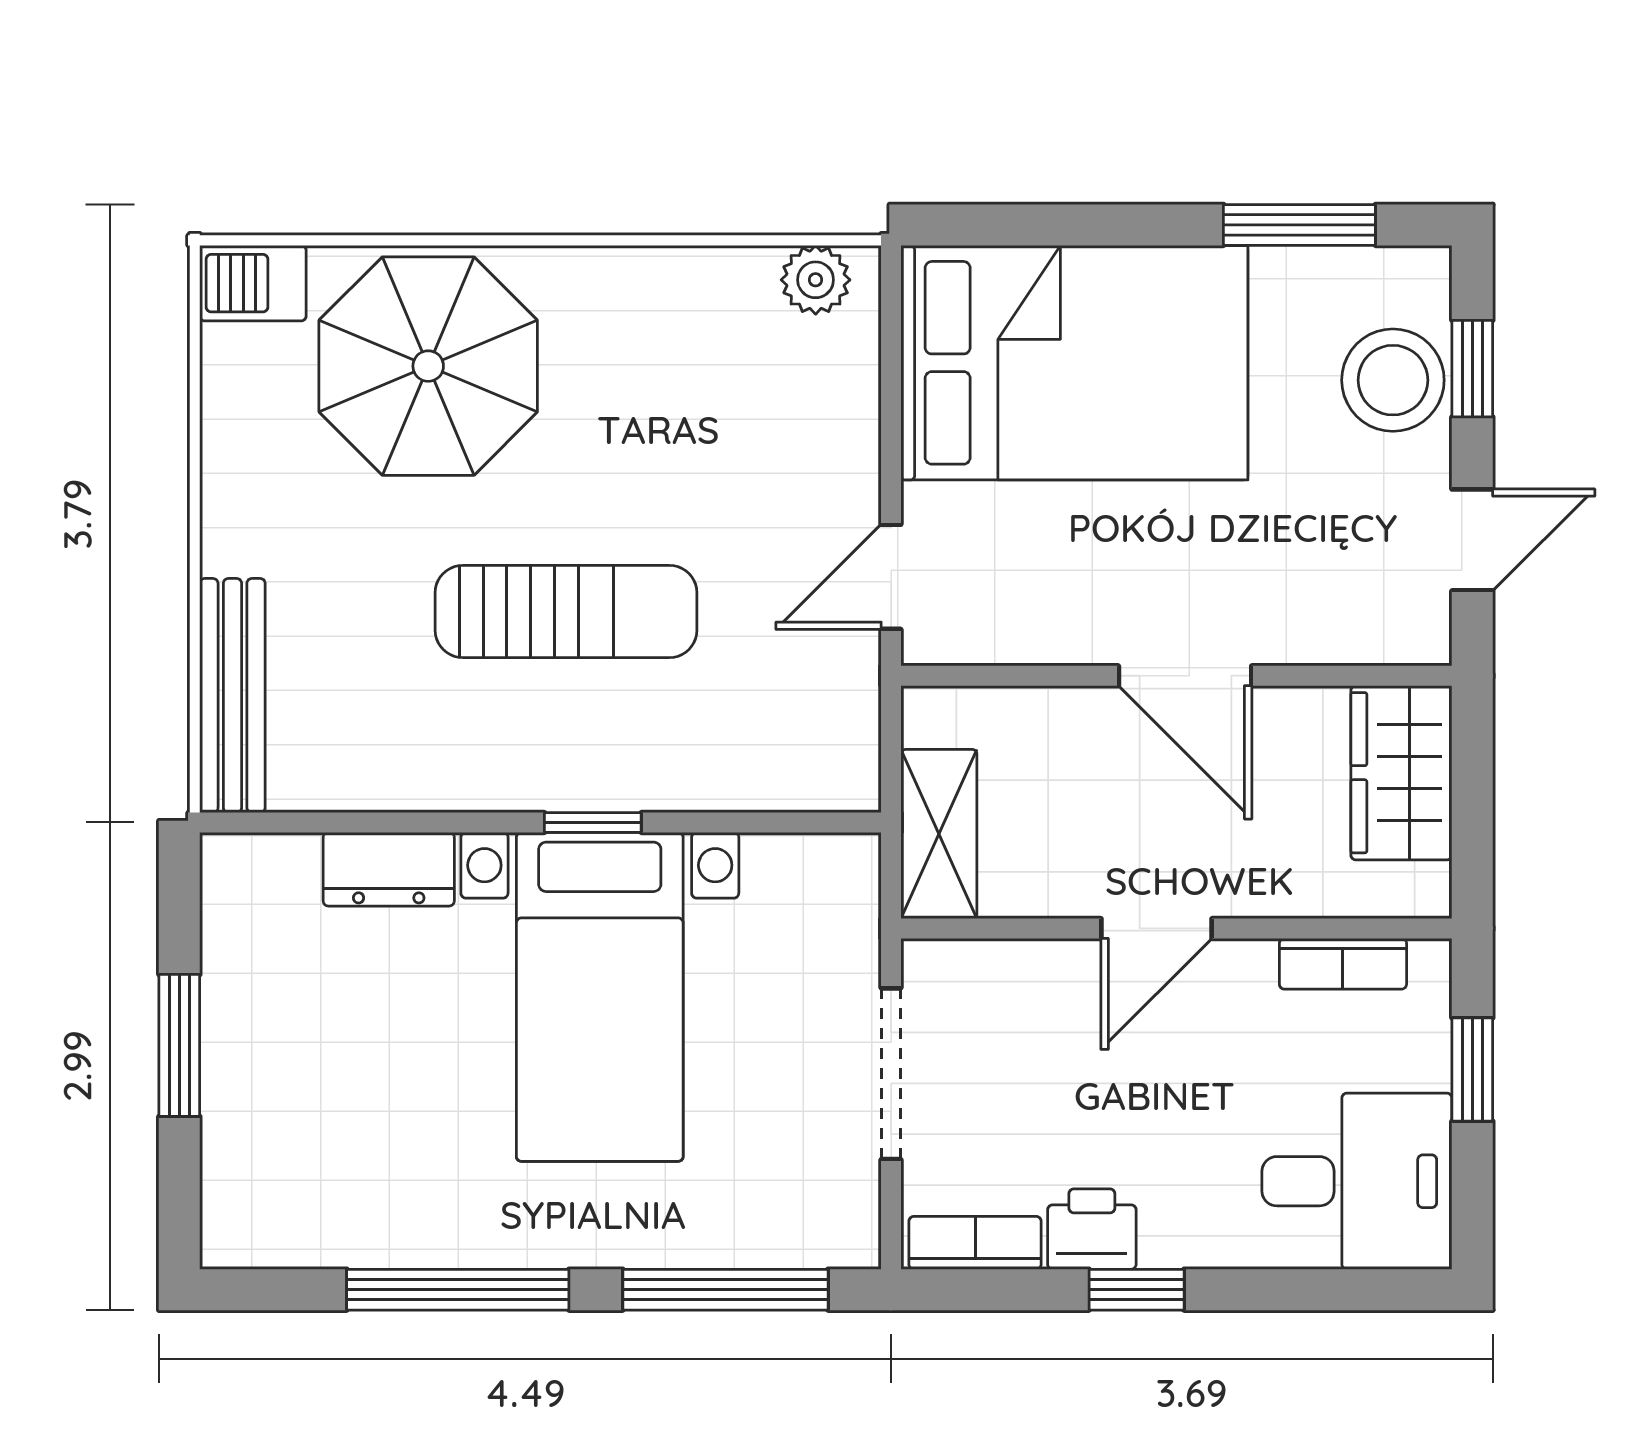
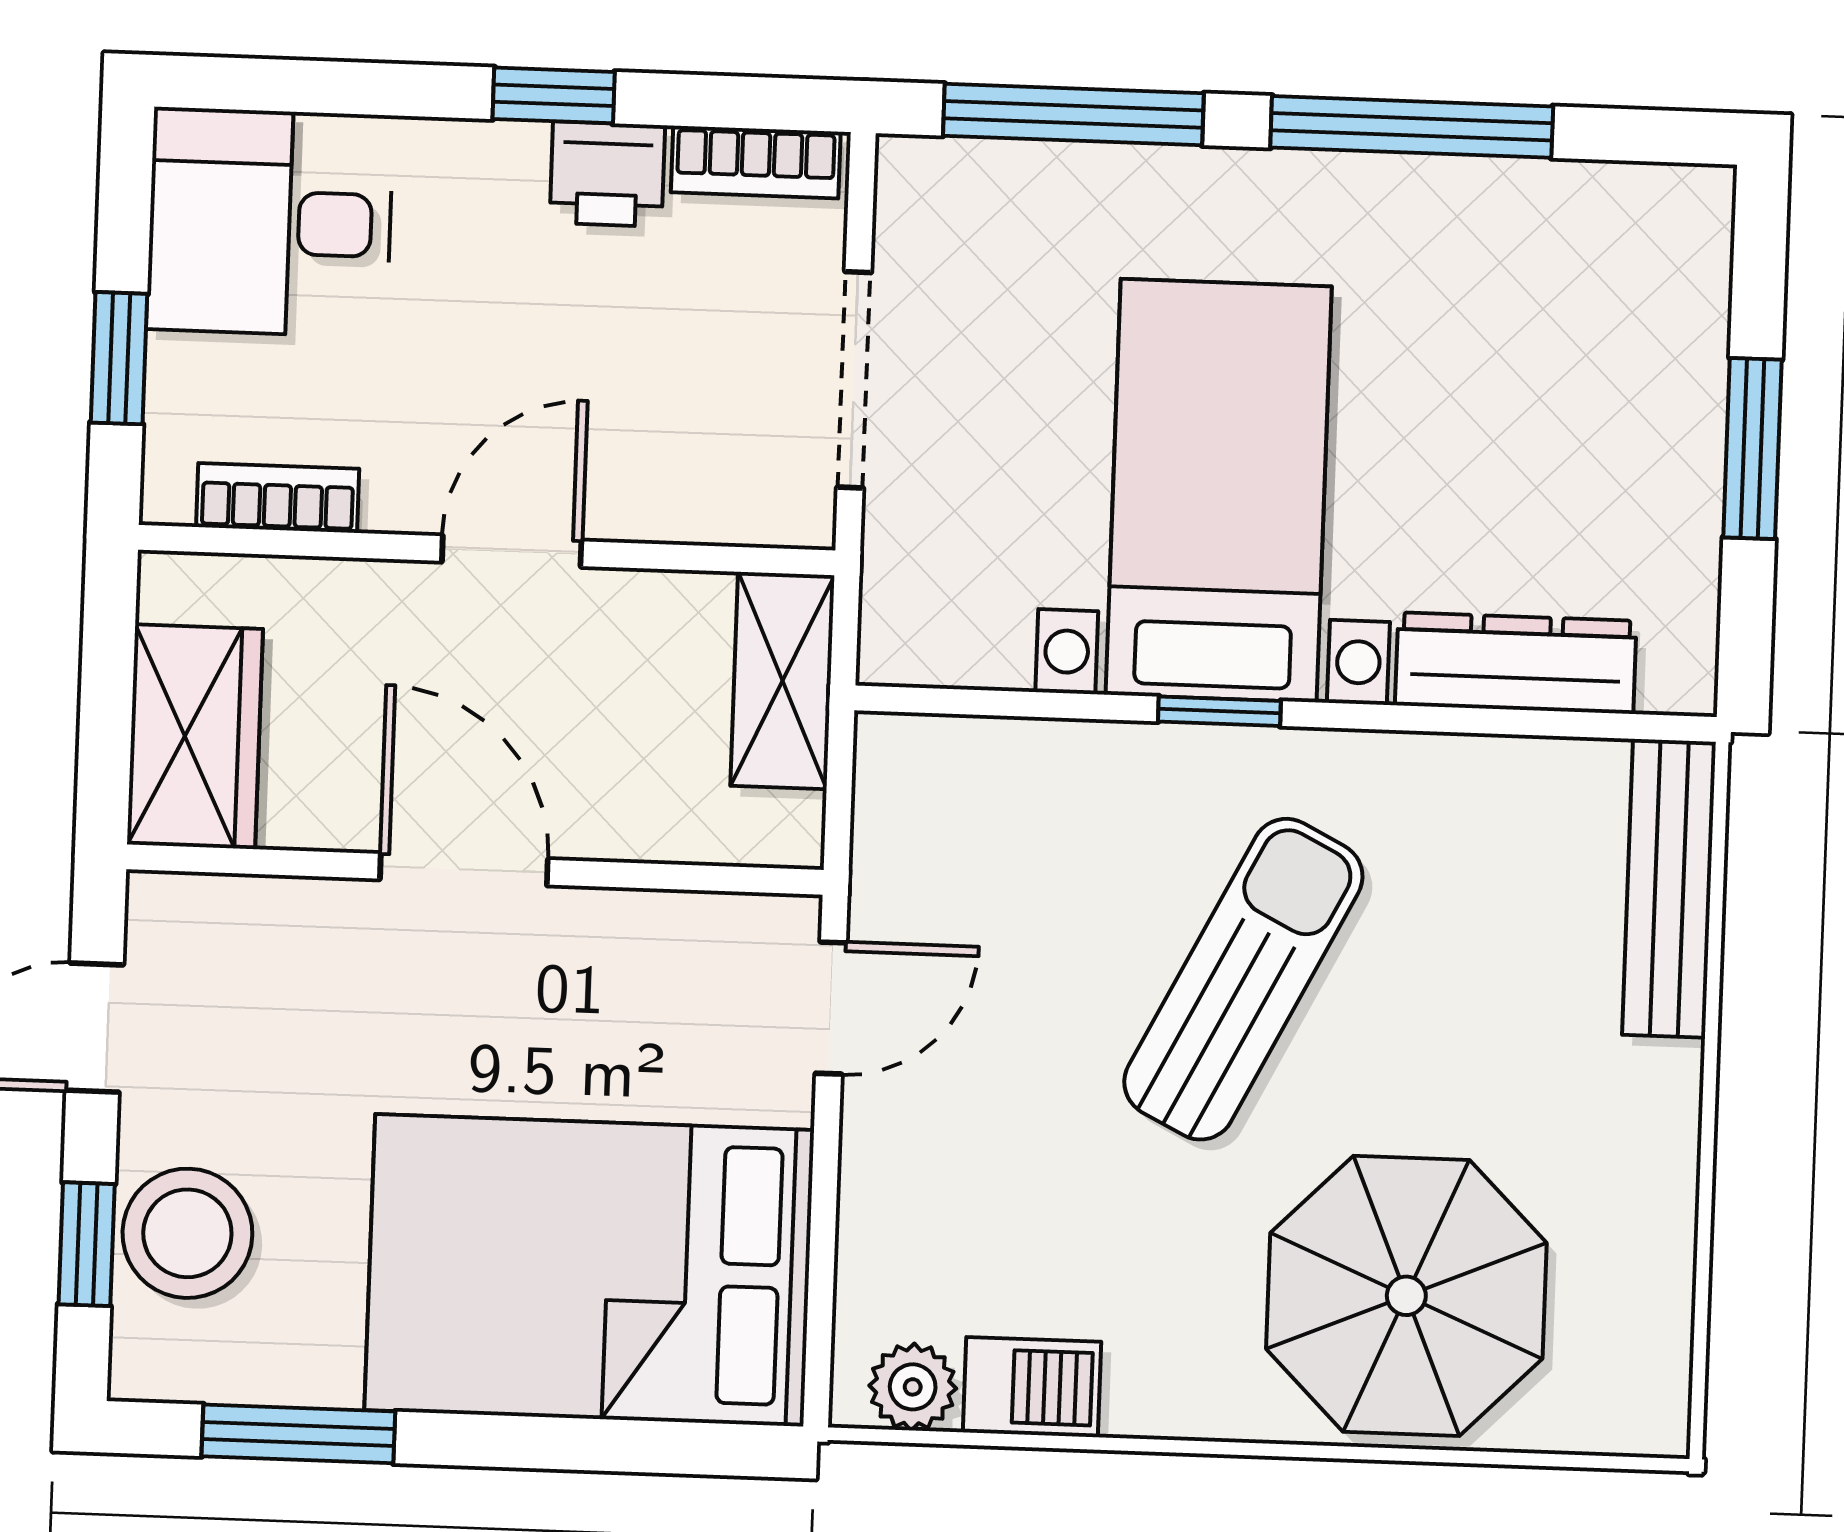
barbecue: (253, 283) -> (1032, 1387), moved
sun lounger: (566, 611) -> (1243, 979), turned 117
dresser: (389, 869) -> (1516, 663), width x1.44

